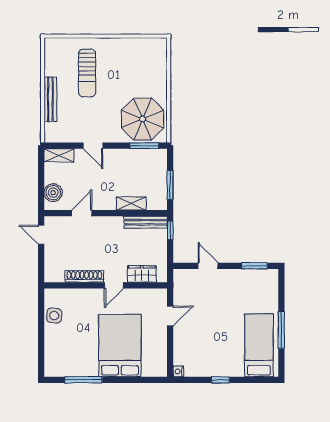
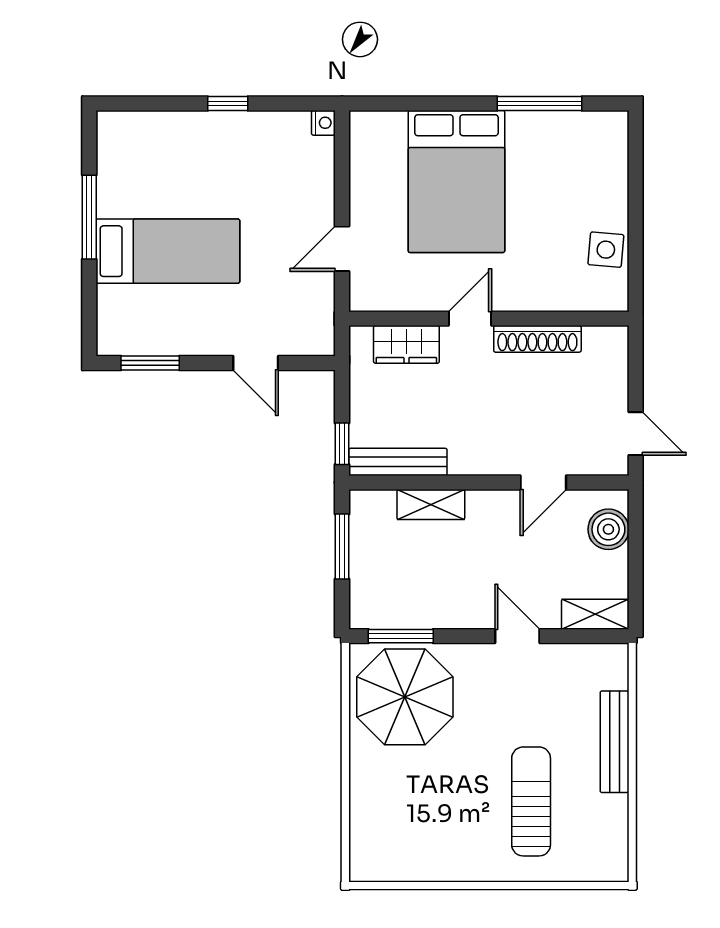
bed: (259, 345) -> (168, 251), moved, turned -90

